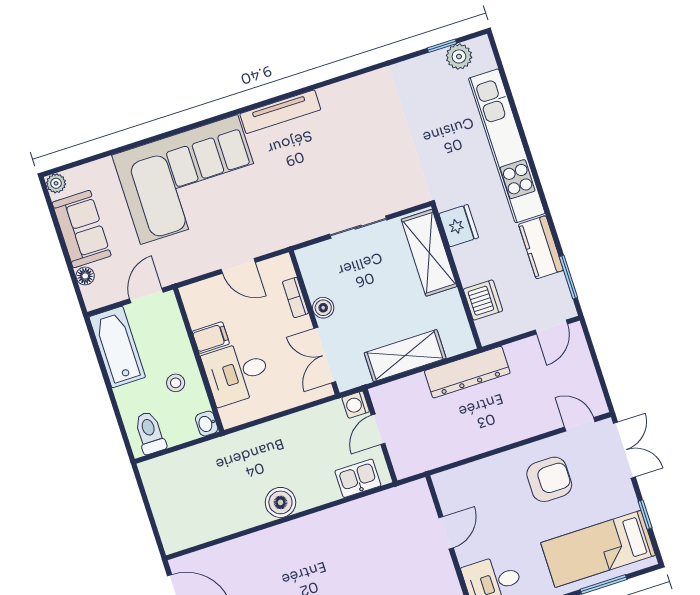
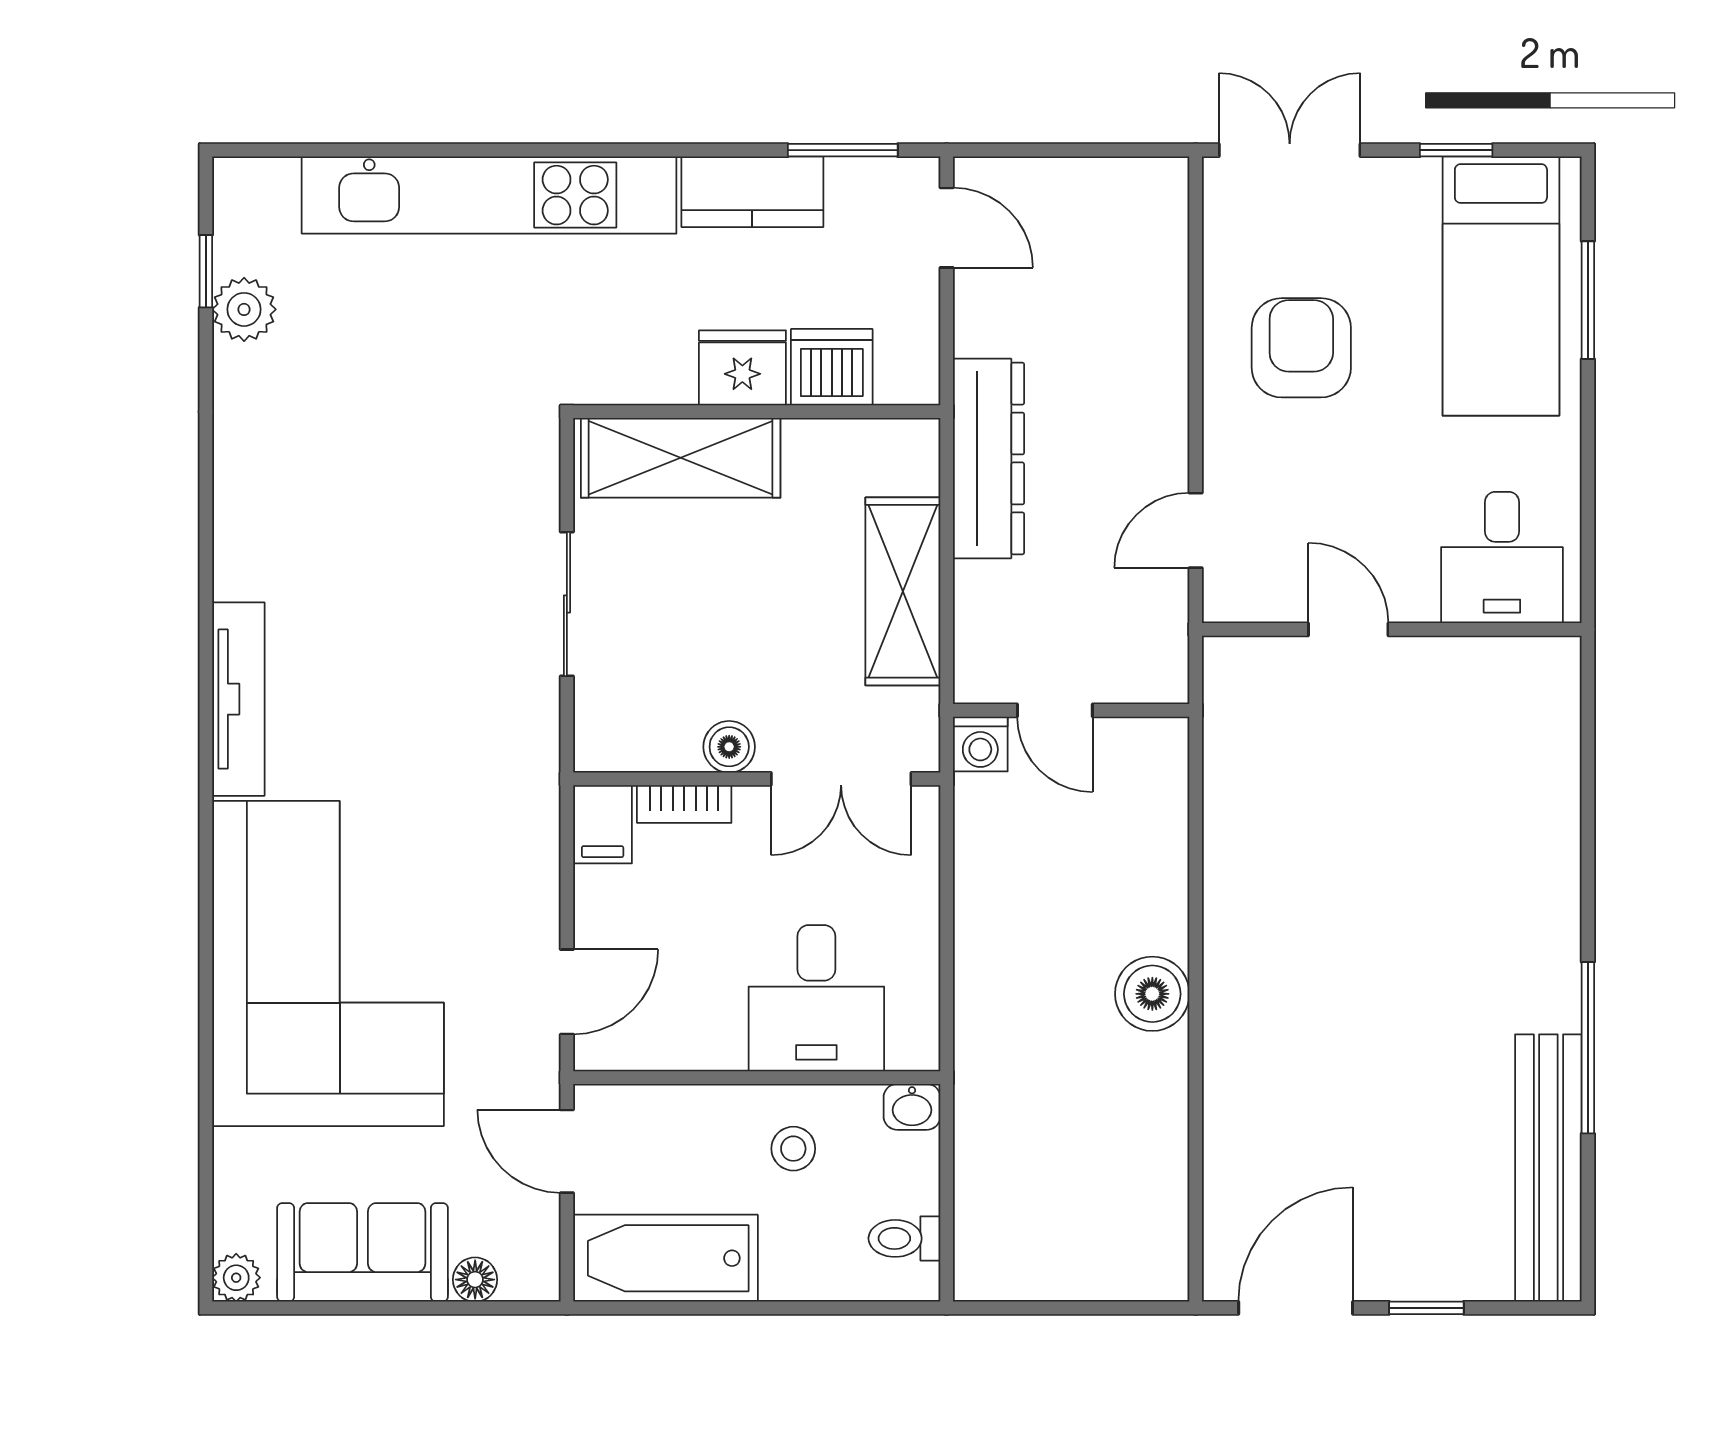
plant: (459, 56) -> (244, 309), moved
fridge: (459, 226) -> (742, 368), moved
door: (238, 266) -> (567, 992), moved
filing cabinet: (211, 338) -> (603, 824), moved, turned 180
door: (580, 424) -> (1196, 530), moved
toilet: (150, 433) -> (904, 1238), width x0.73, depth x0.72
kitchen sink: (358, 478) -> (1154, 794), removed

